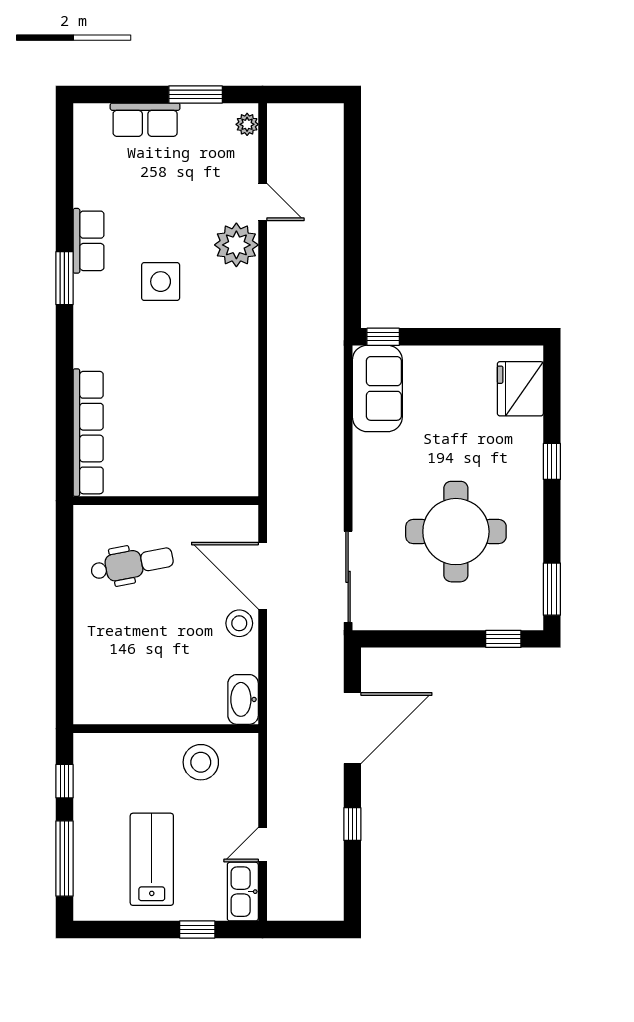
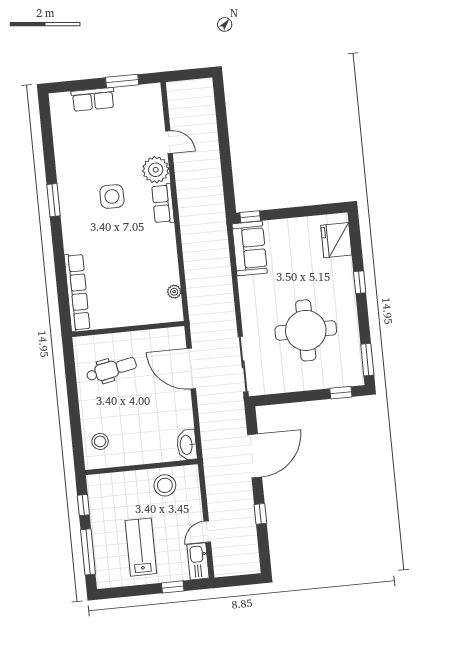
plant: (247, 124) -> (174, 292), moved
row of seats: (88, 241) -> (163, 204), moved, turned 180
stool: (239, 623) -> (100, 441), moved

